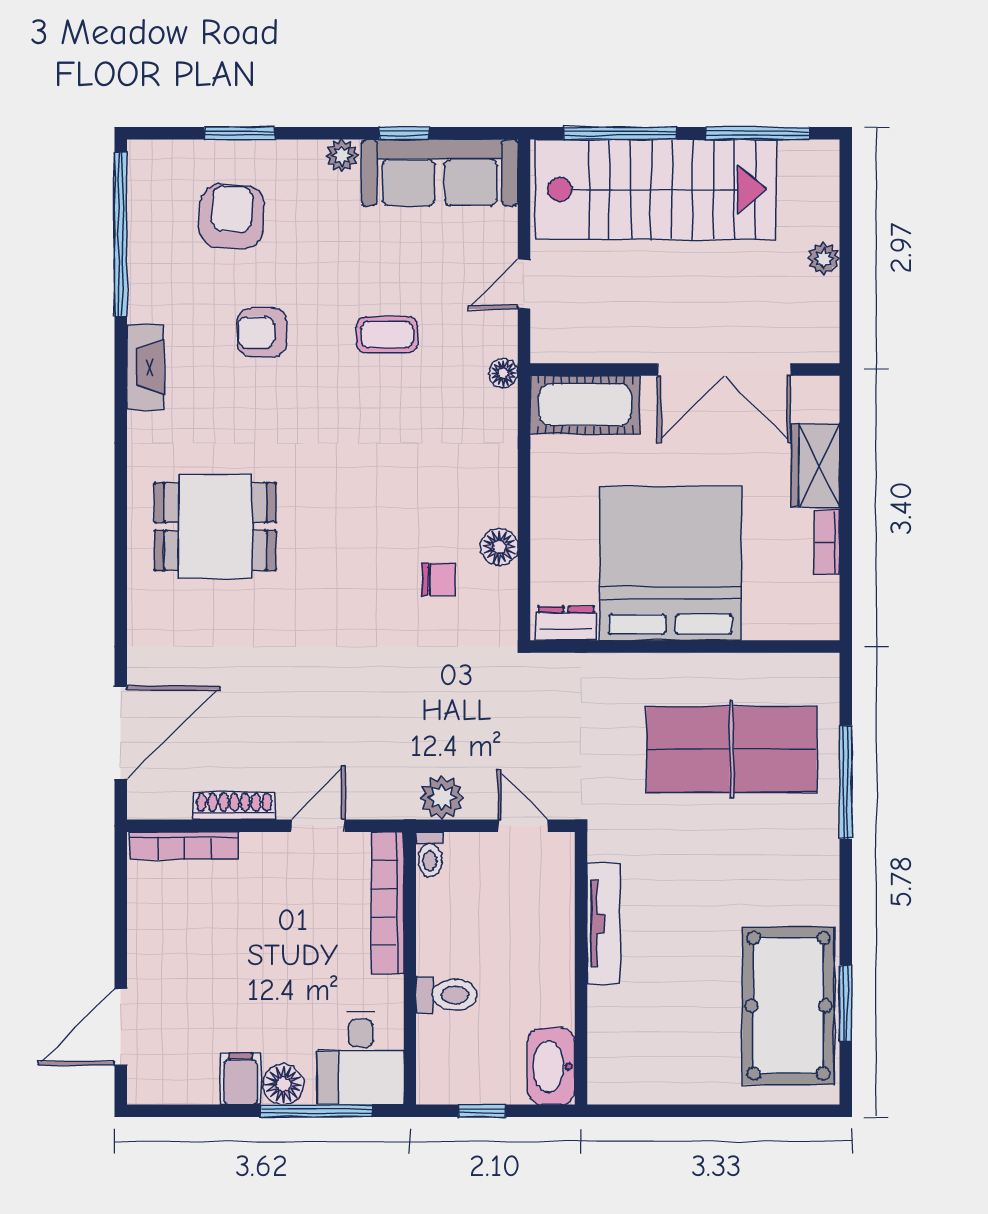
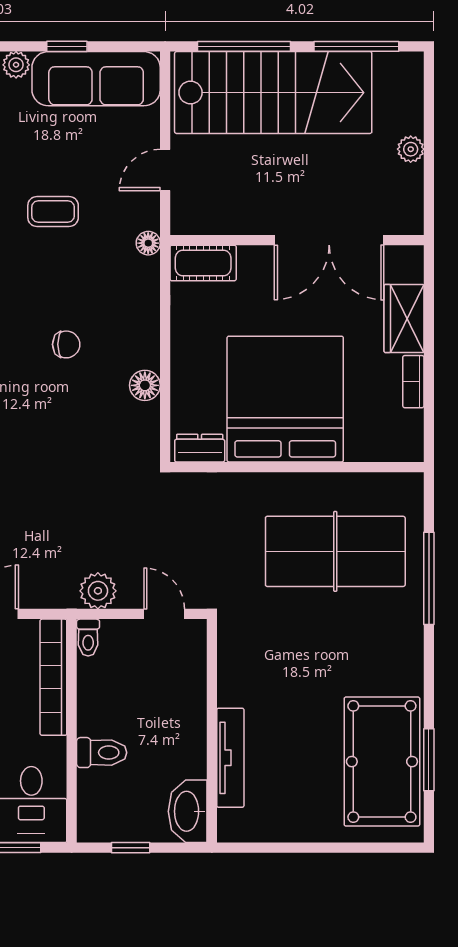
cot: (585, 405) -> (203, 263), width x0.73, depth x0.75
chair: (439, 579) -> (66, 344), moved
tv unit: (603, 923) -> (230, 758), moved

